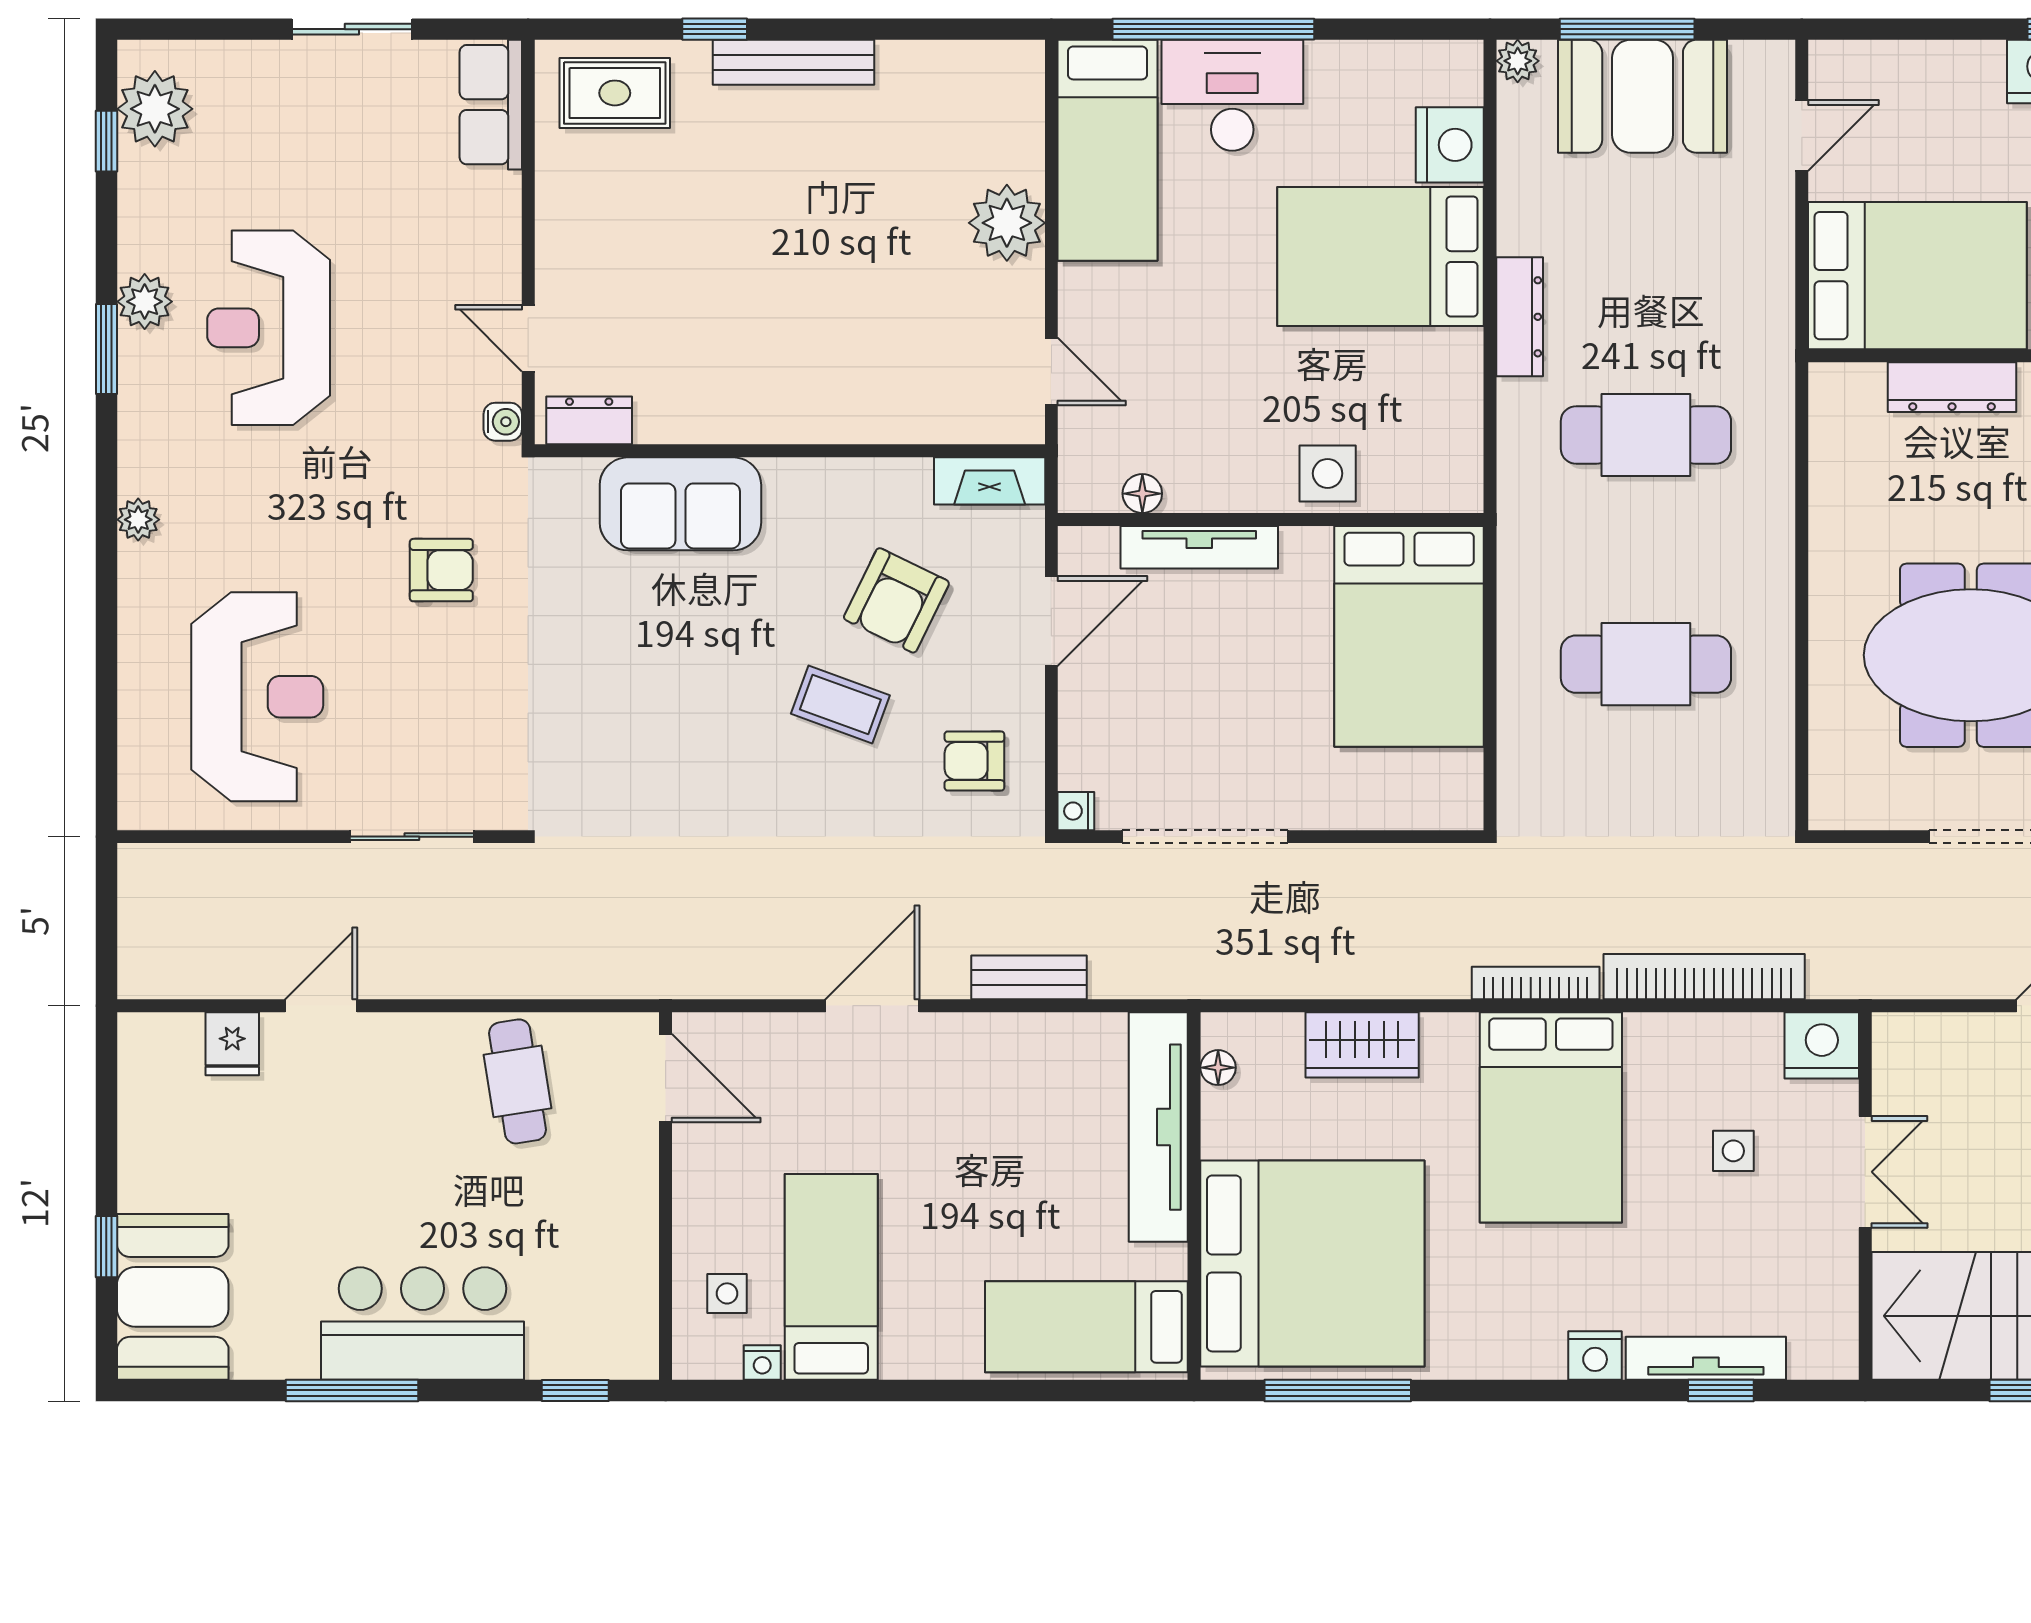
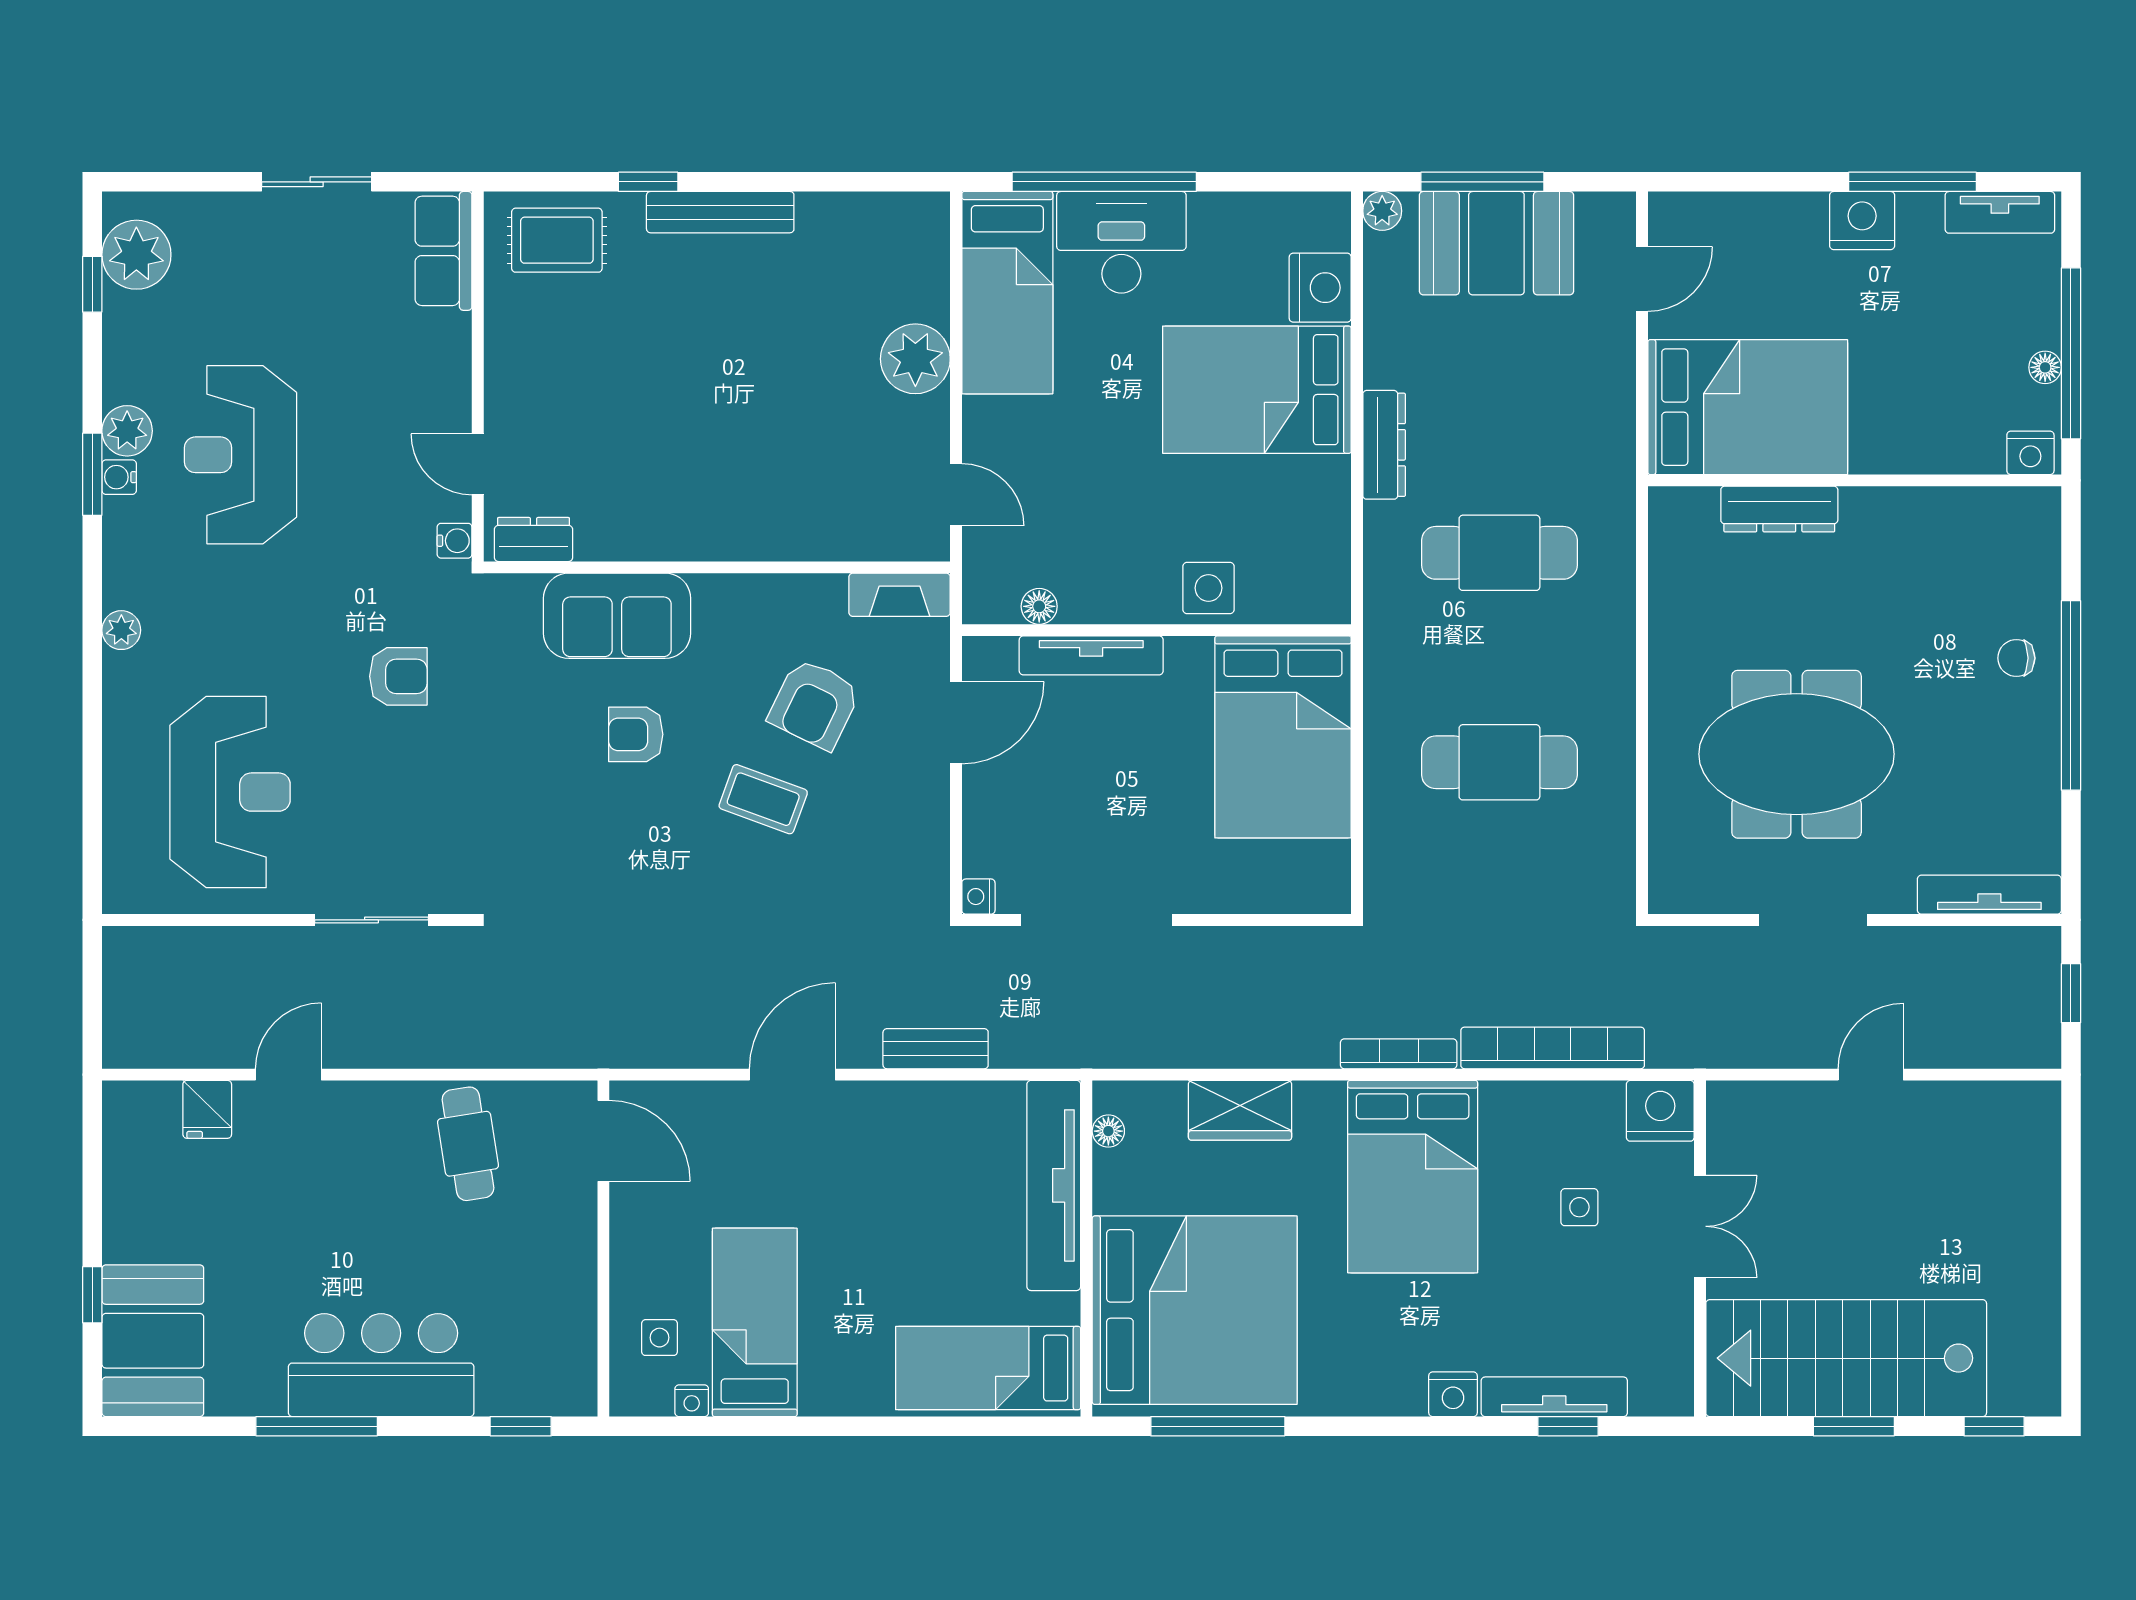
water cooler: (136, 352) -> (119, 477), added
armchair: (974, 761) -> (636, 734), moved

